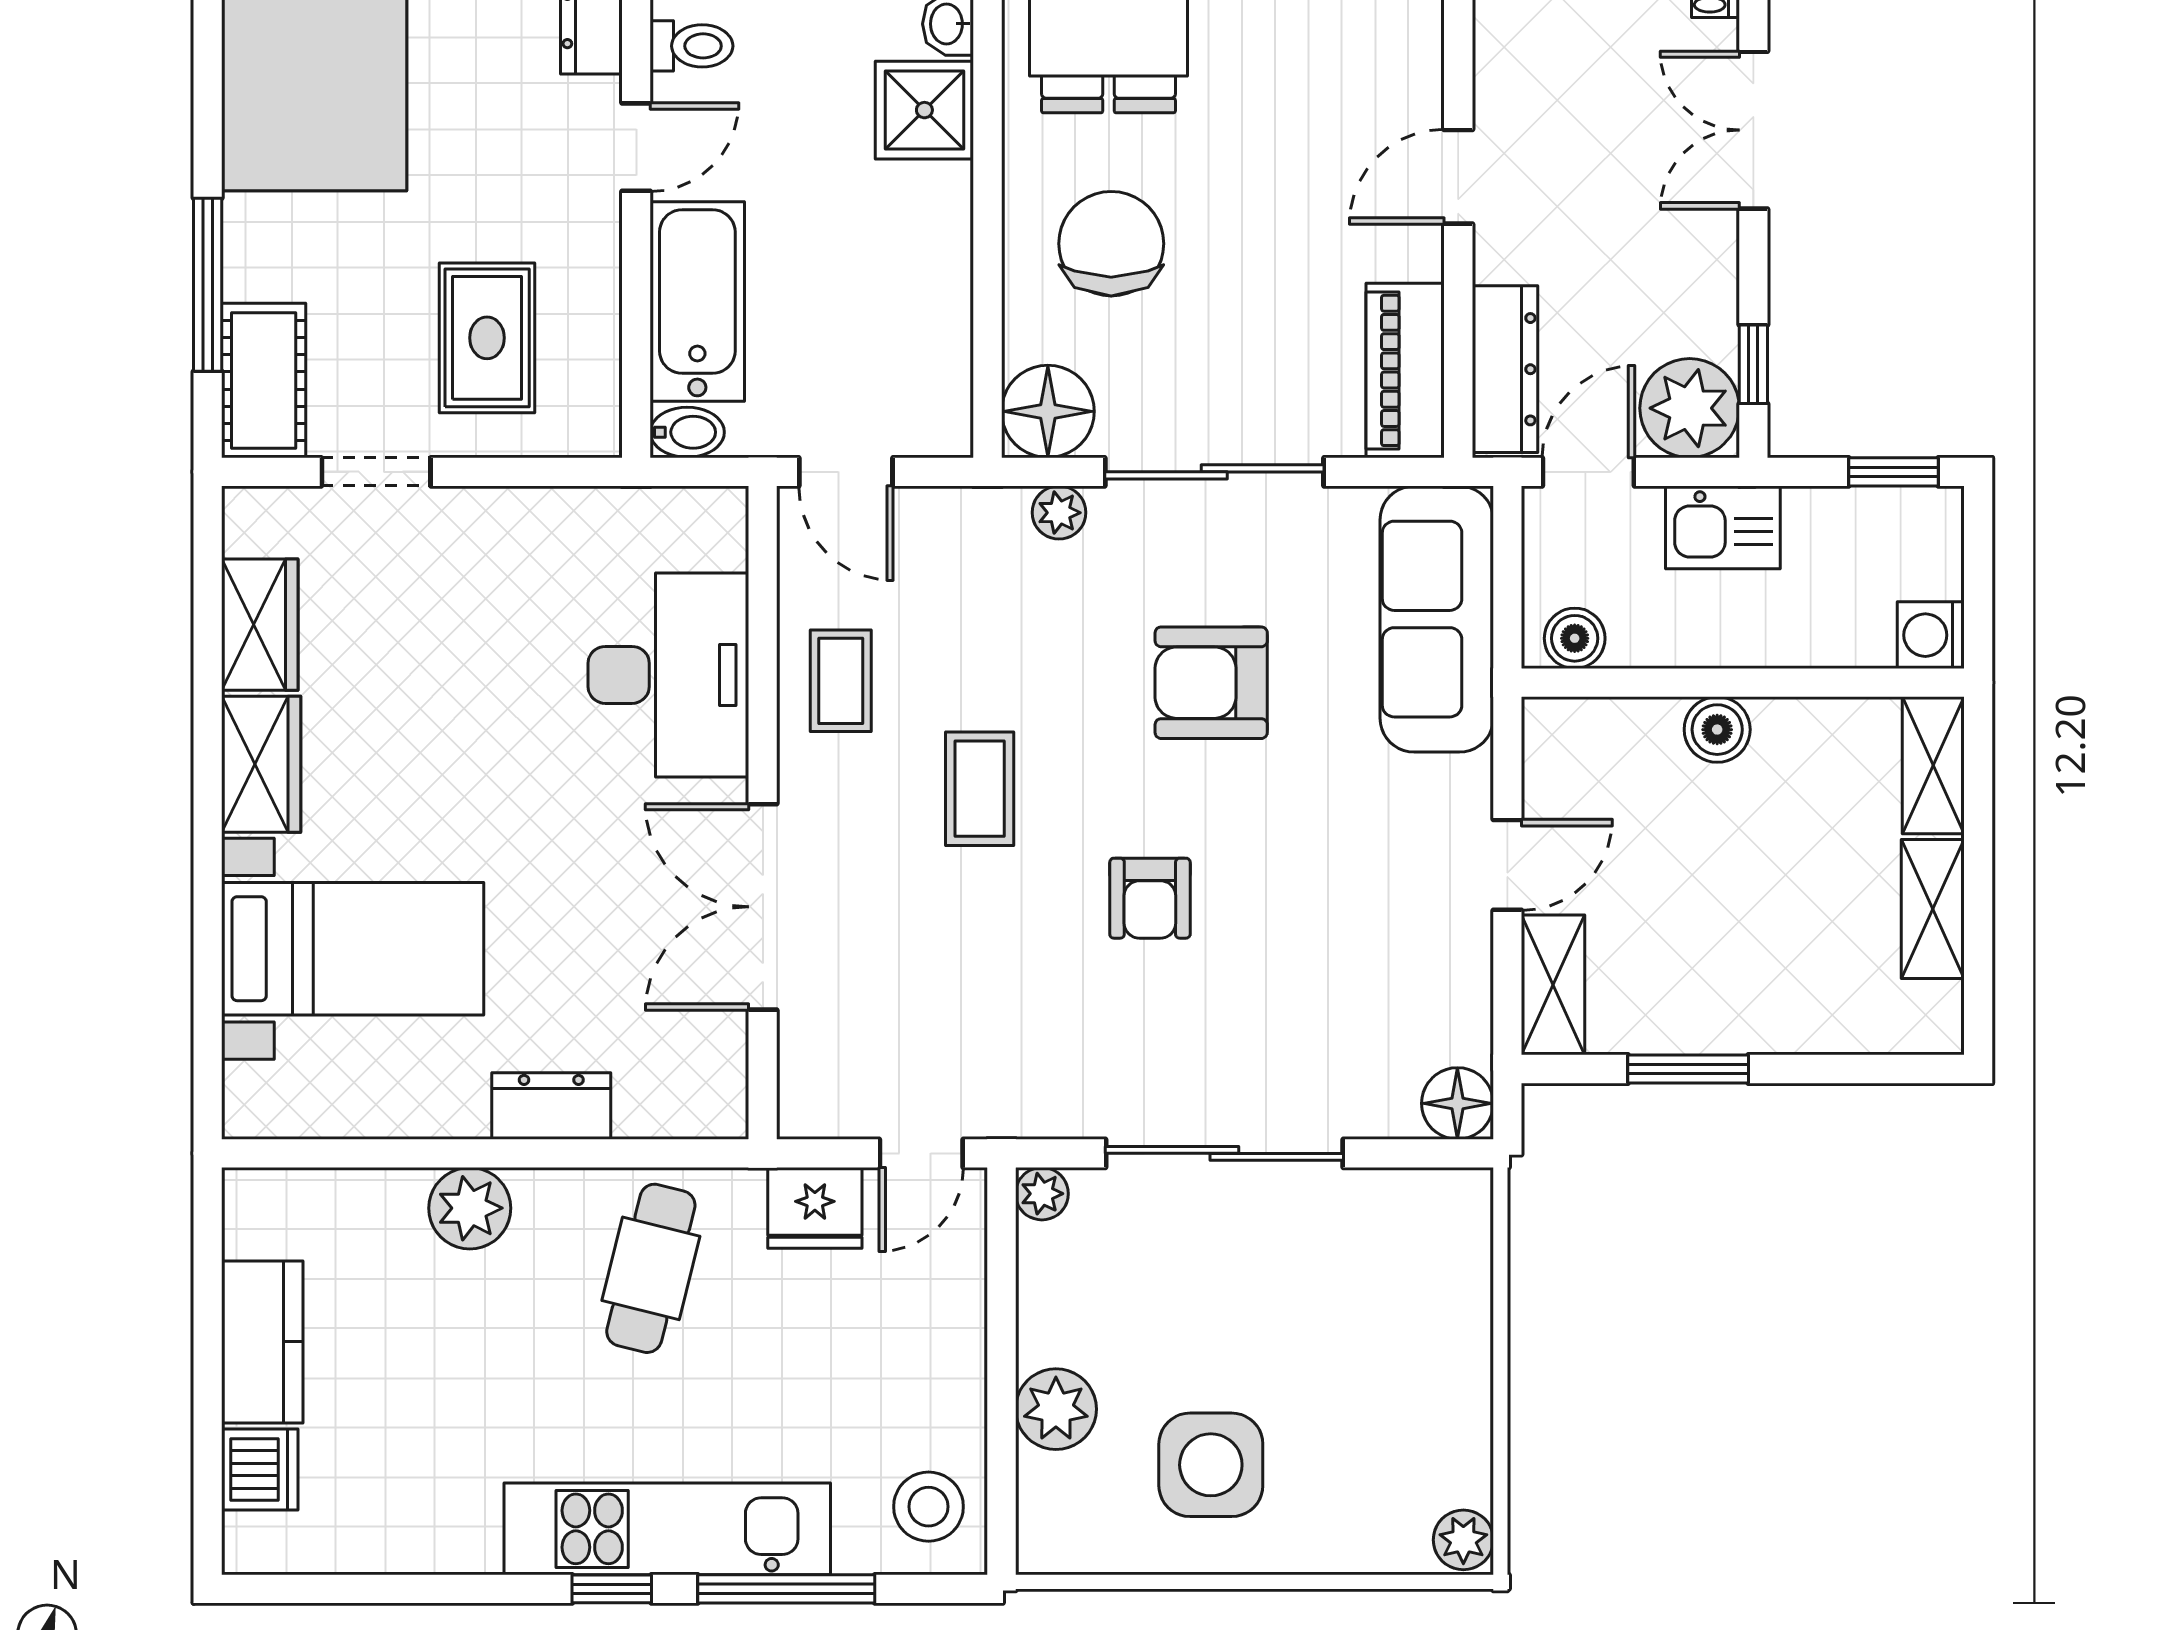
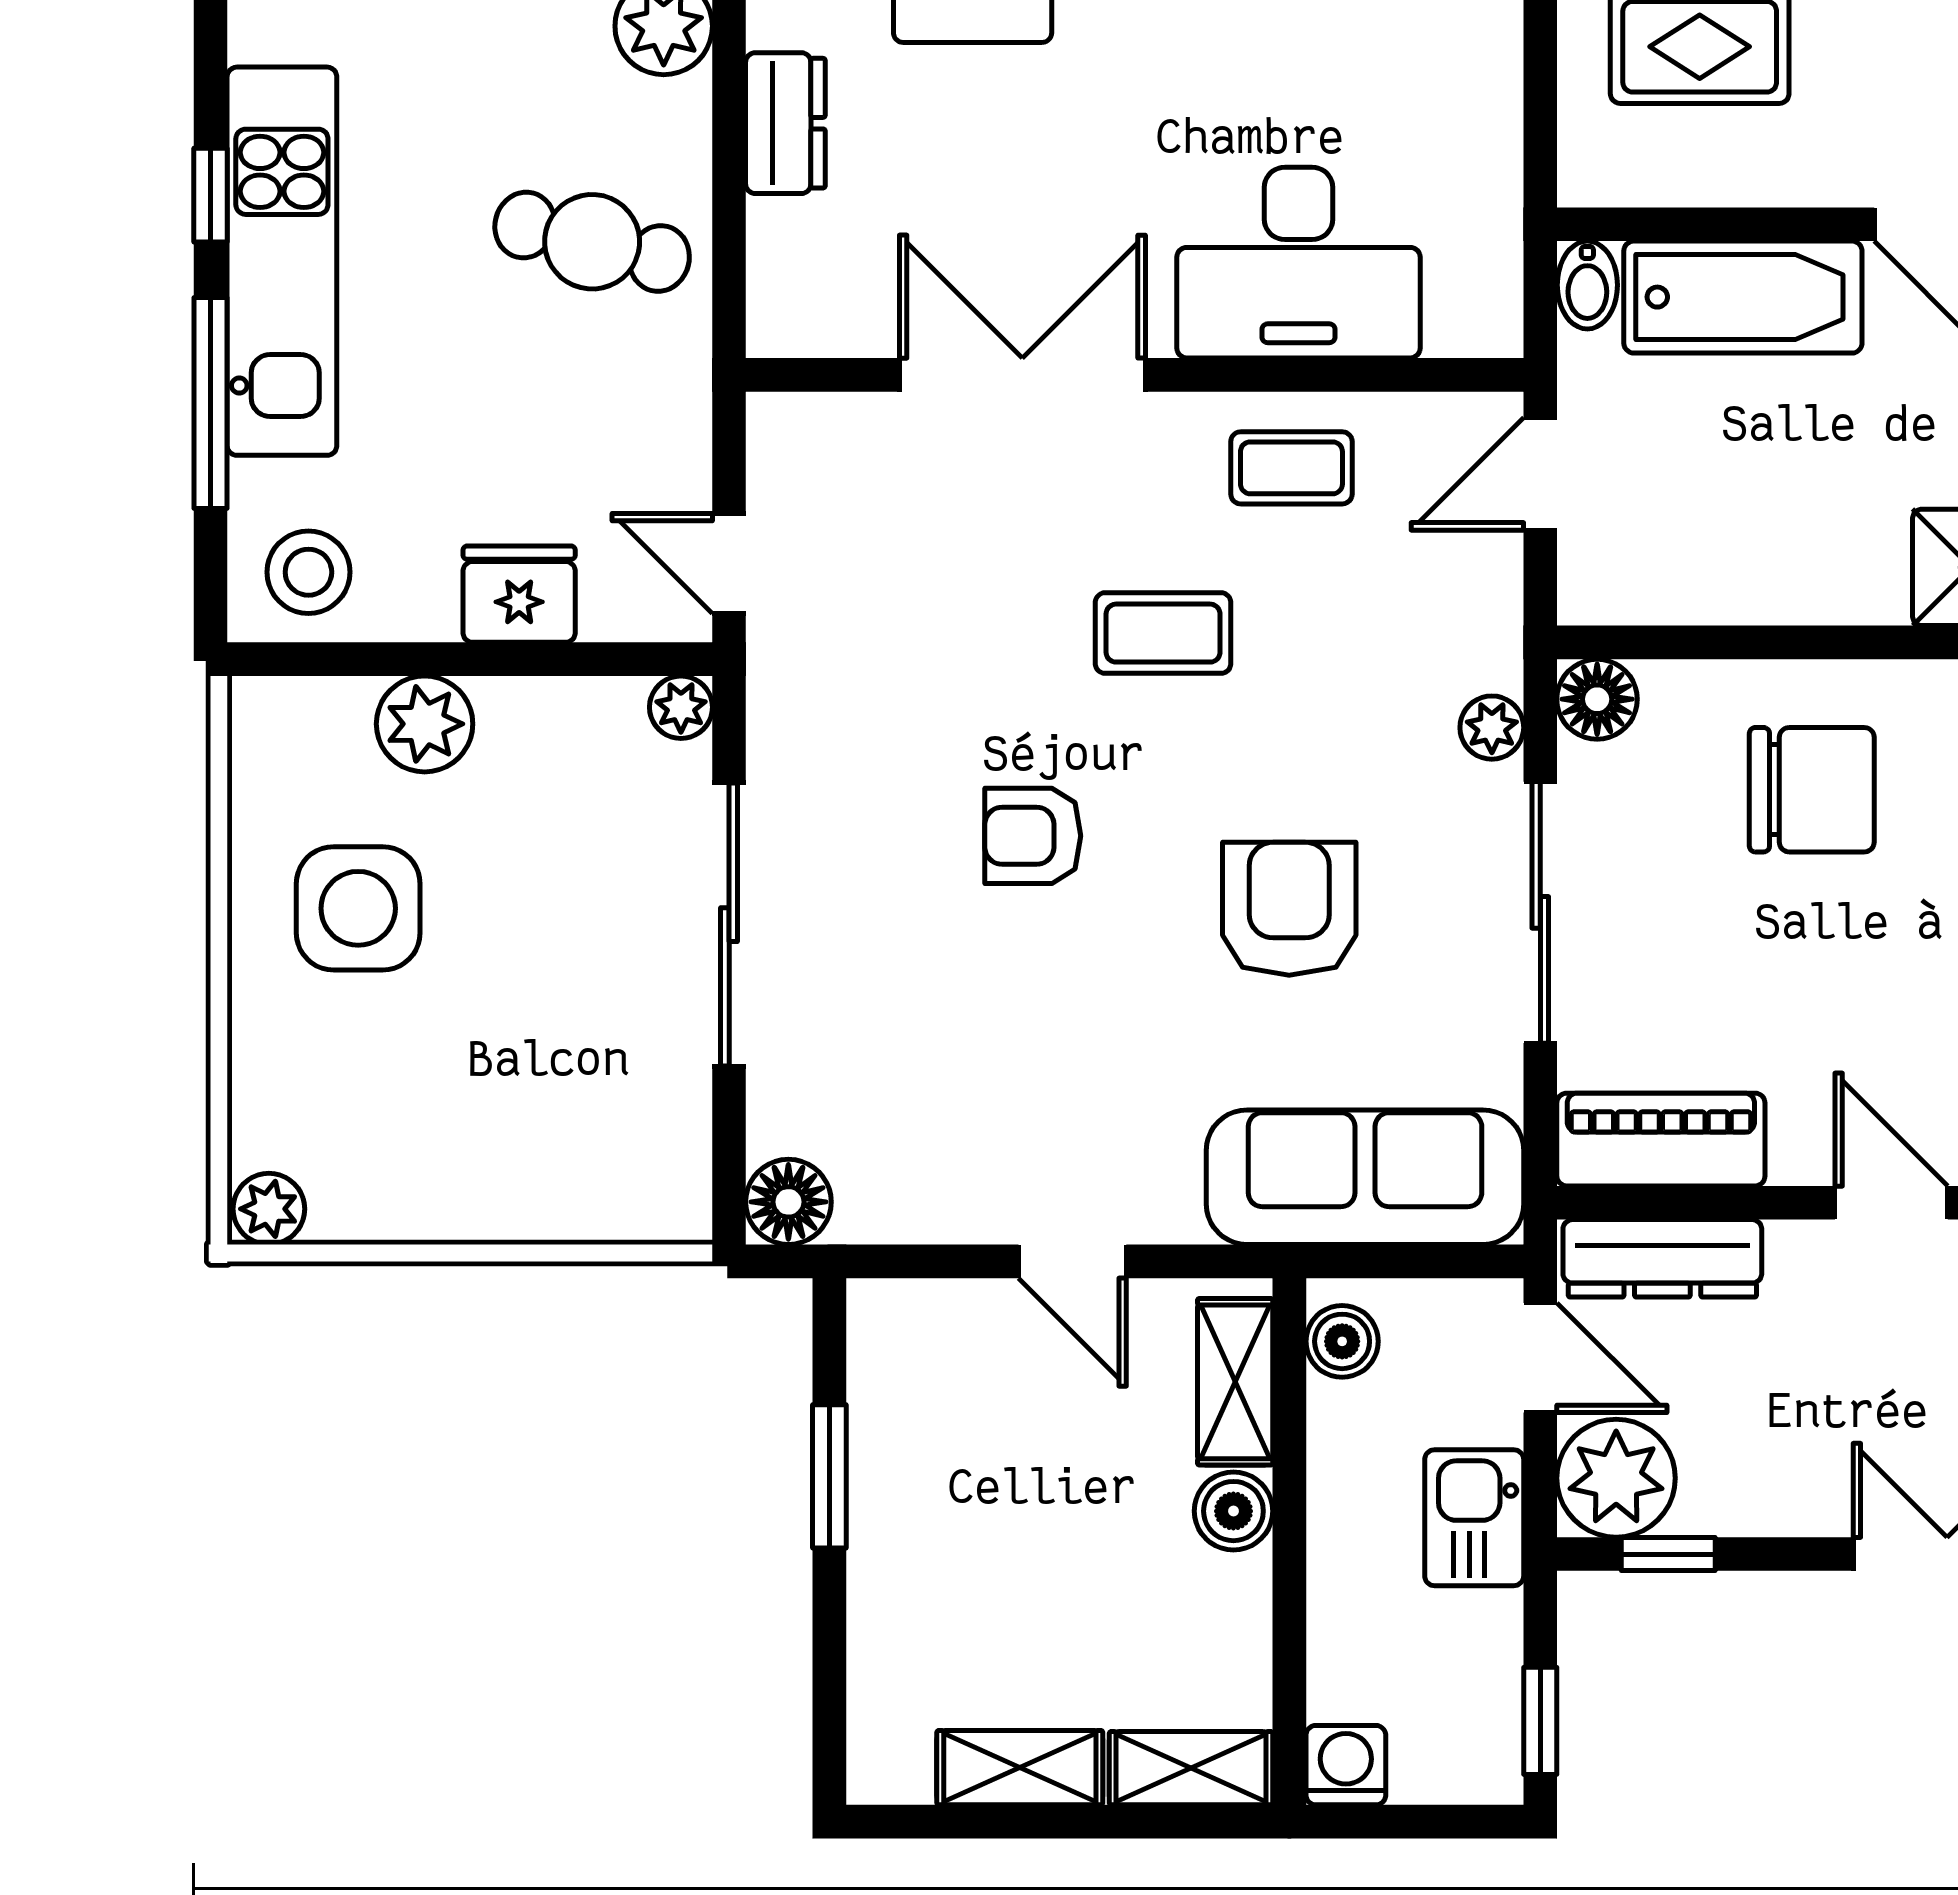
floor lamp: (1048, 411) -> (1597, 699), width x0.73, depth x0.73
shelving: (1553, 985) -> (1235, 1382), moved, turned 90
fridge: (815, 1208) -> (519, 594), moved, turned 90

